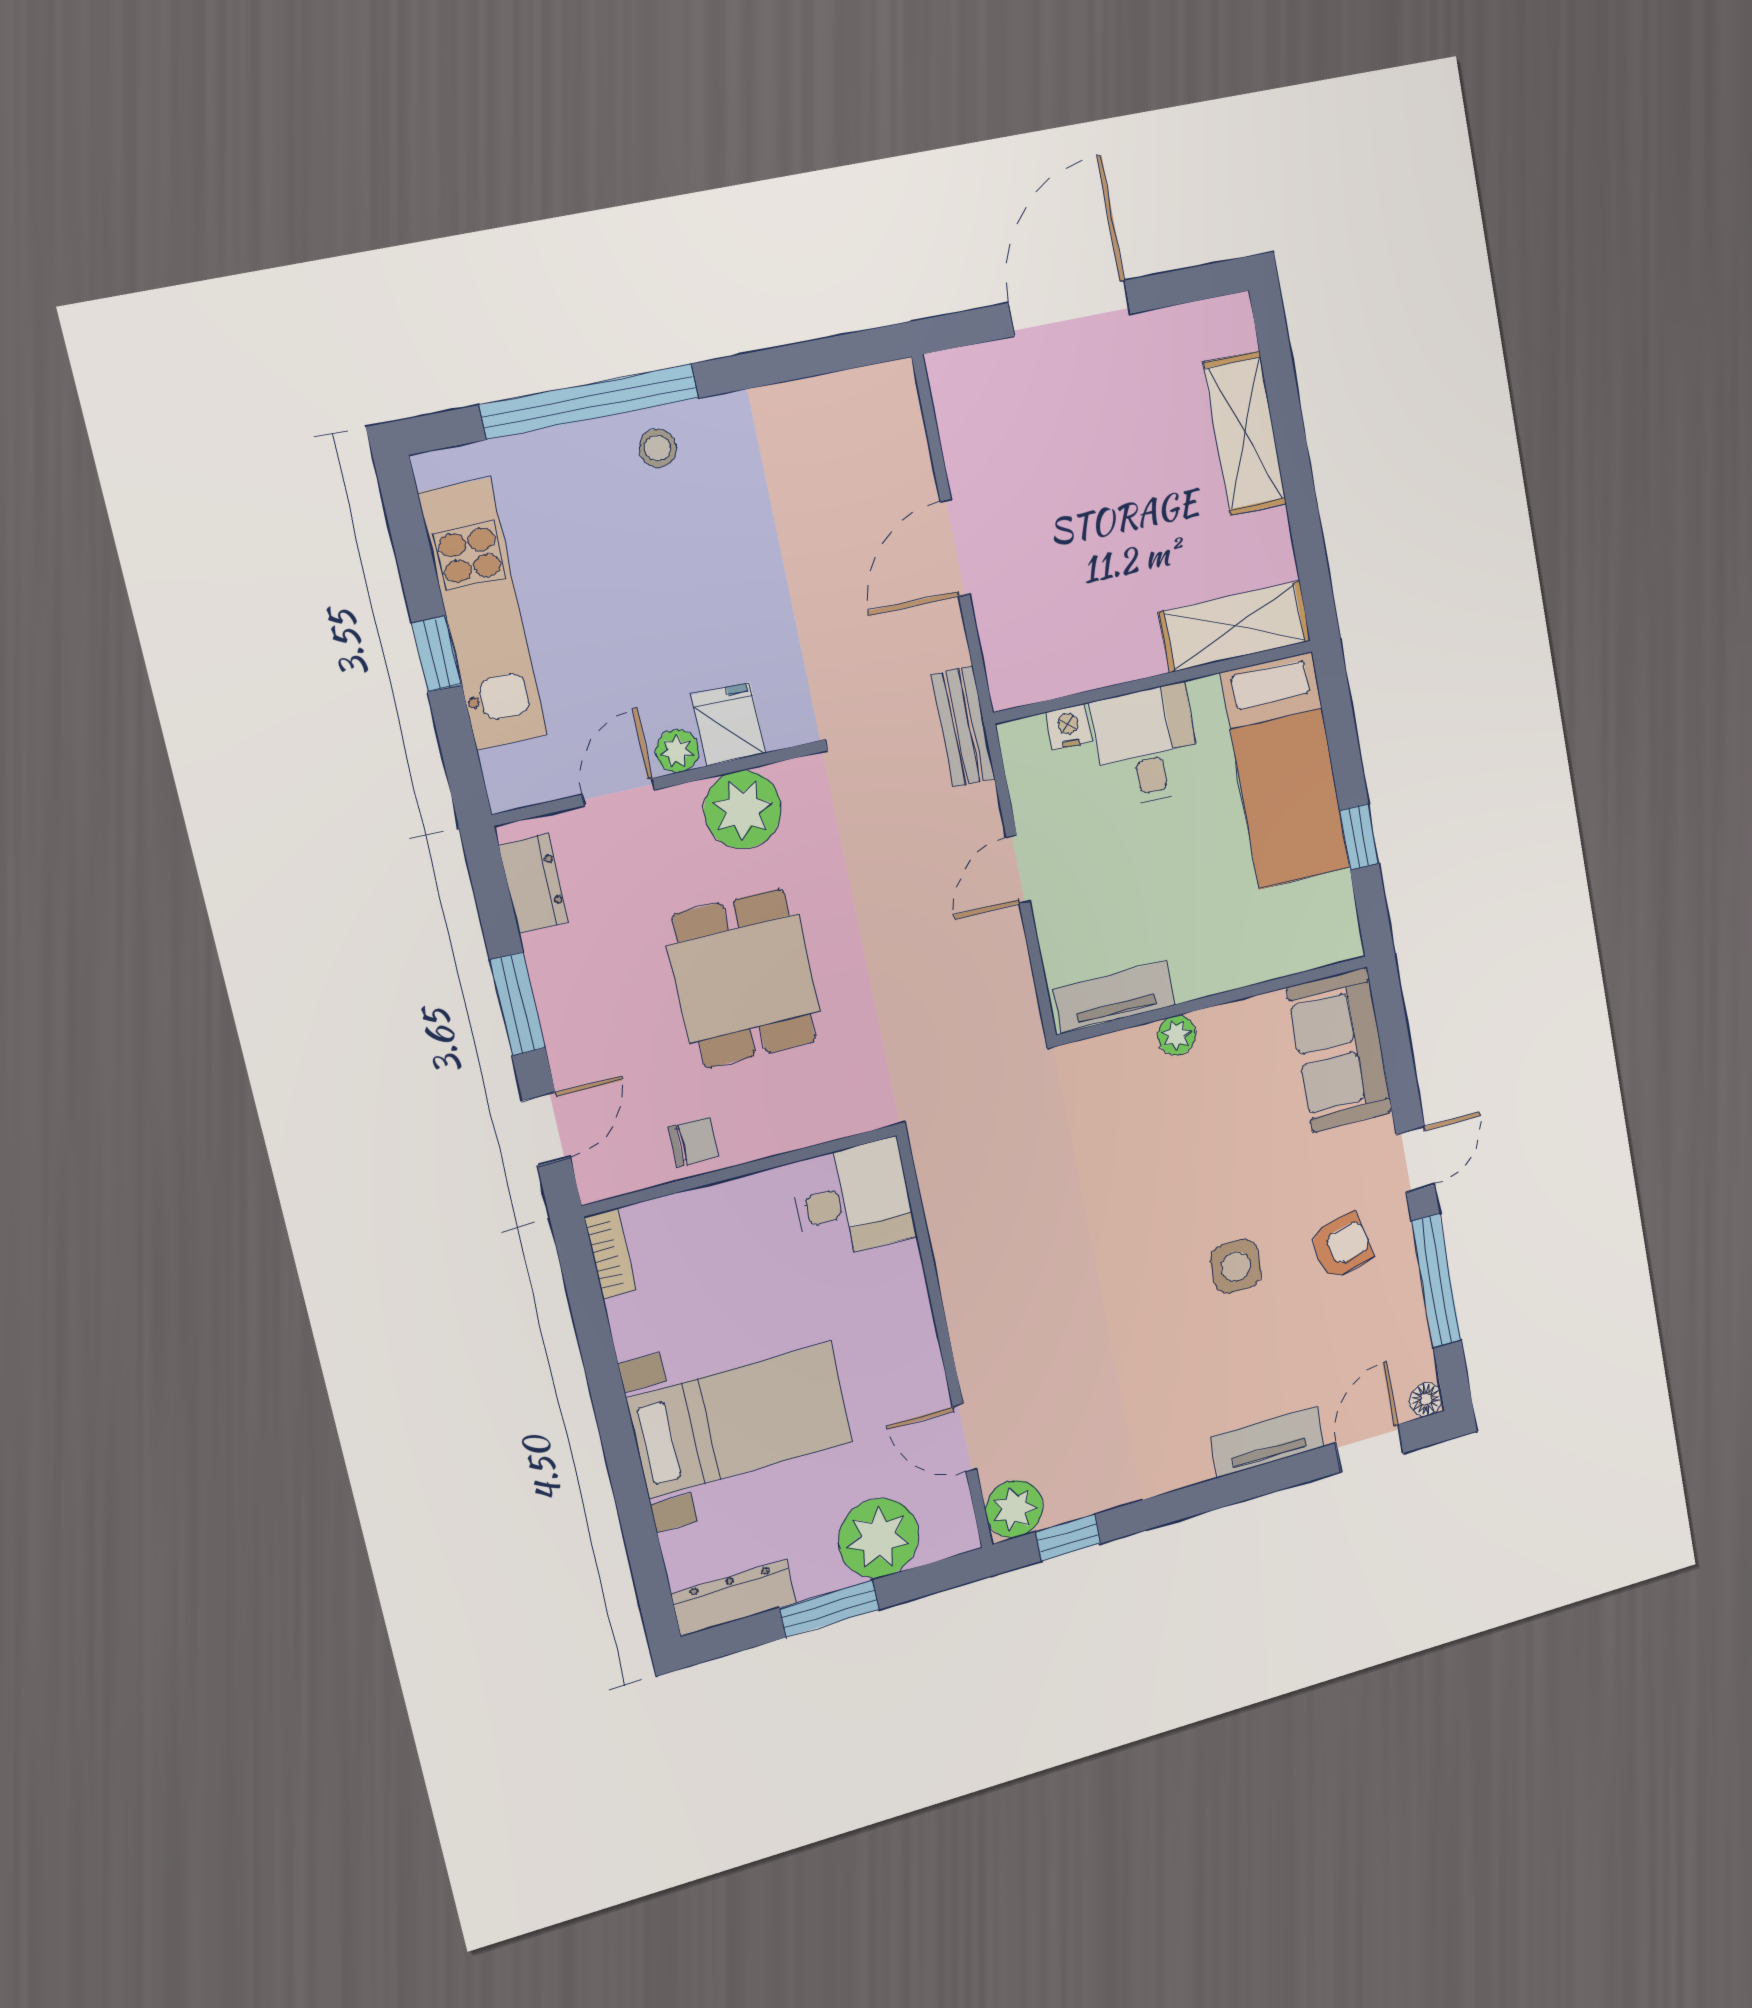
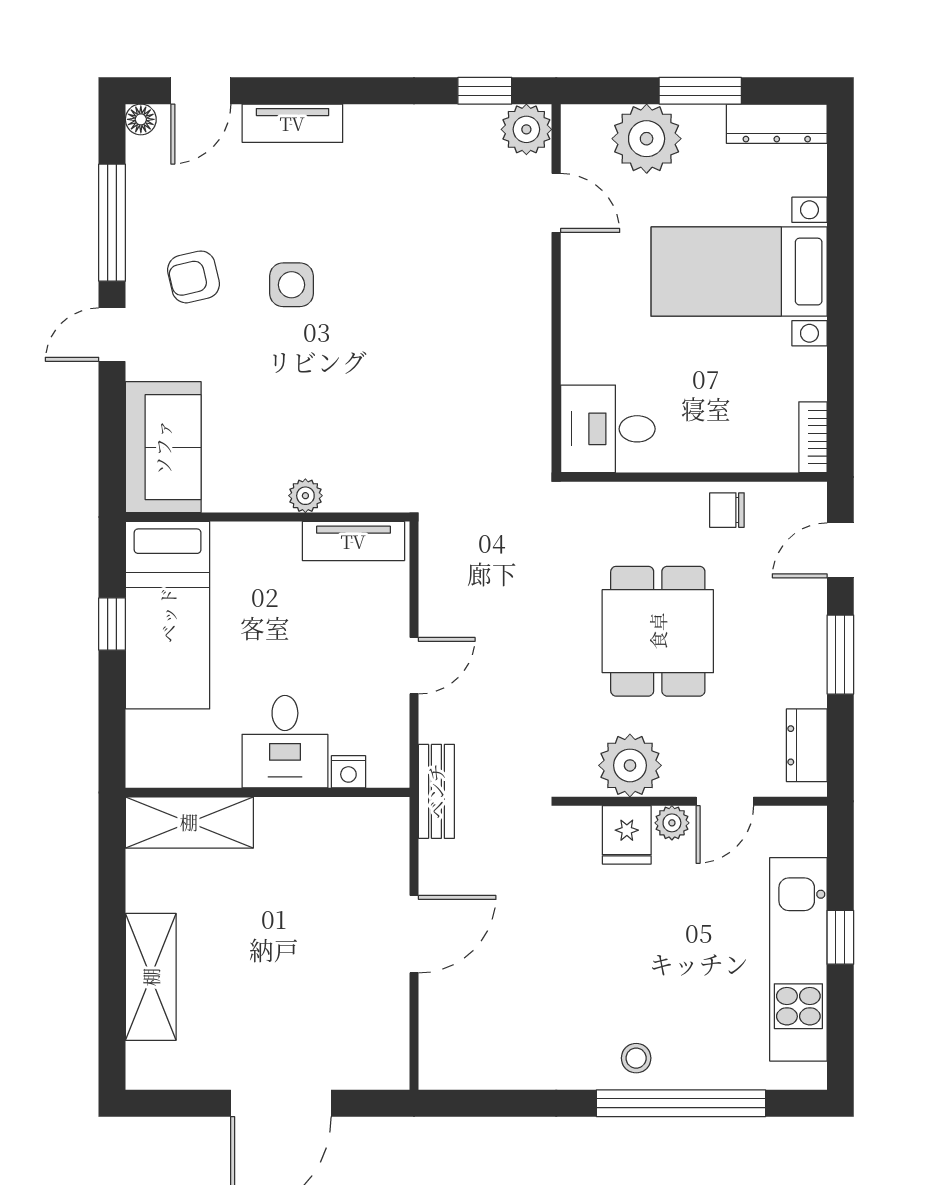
bed: (1285, 771) -> (168, 615), moved, turned 180

